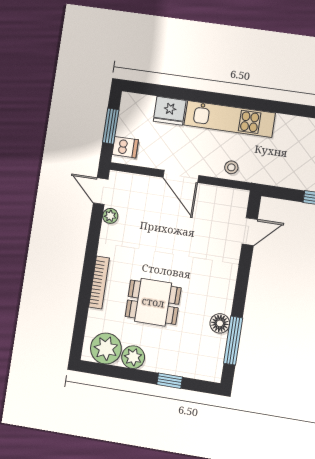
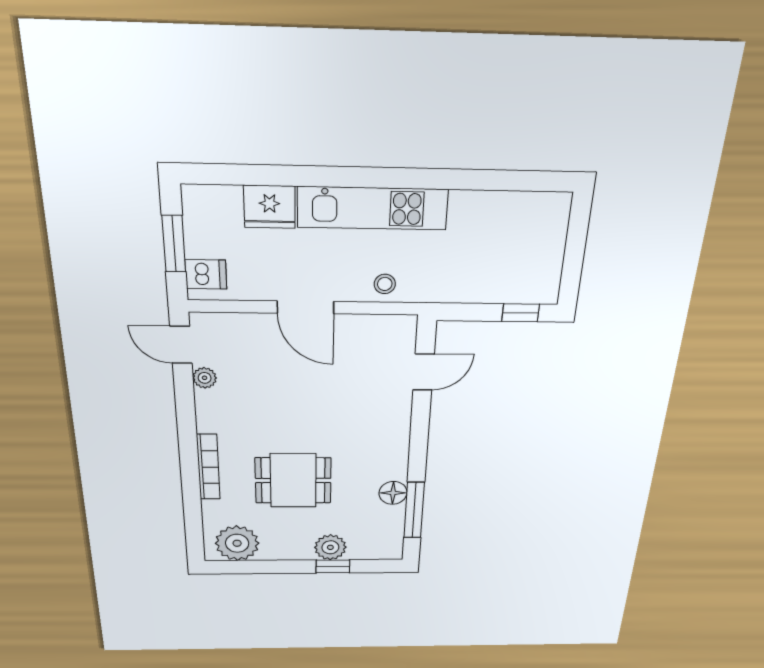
plant: (133, 357) -> (330, 547), moved

